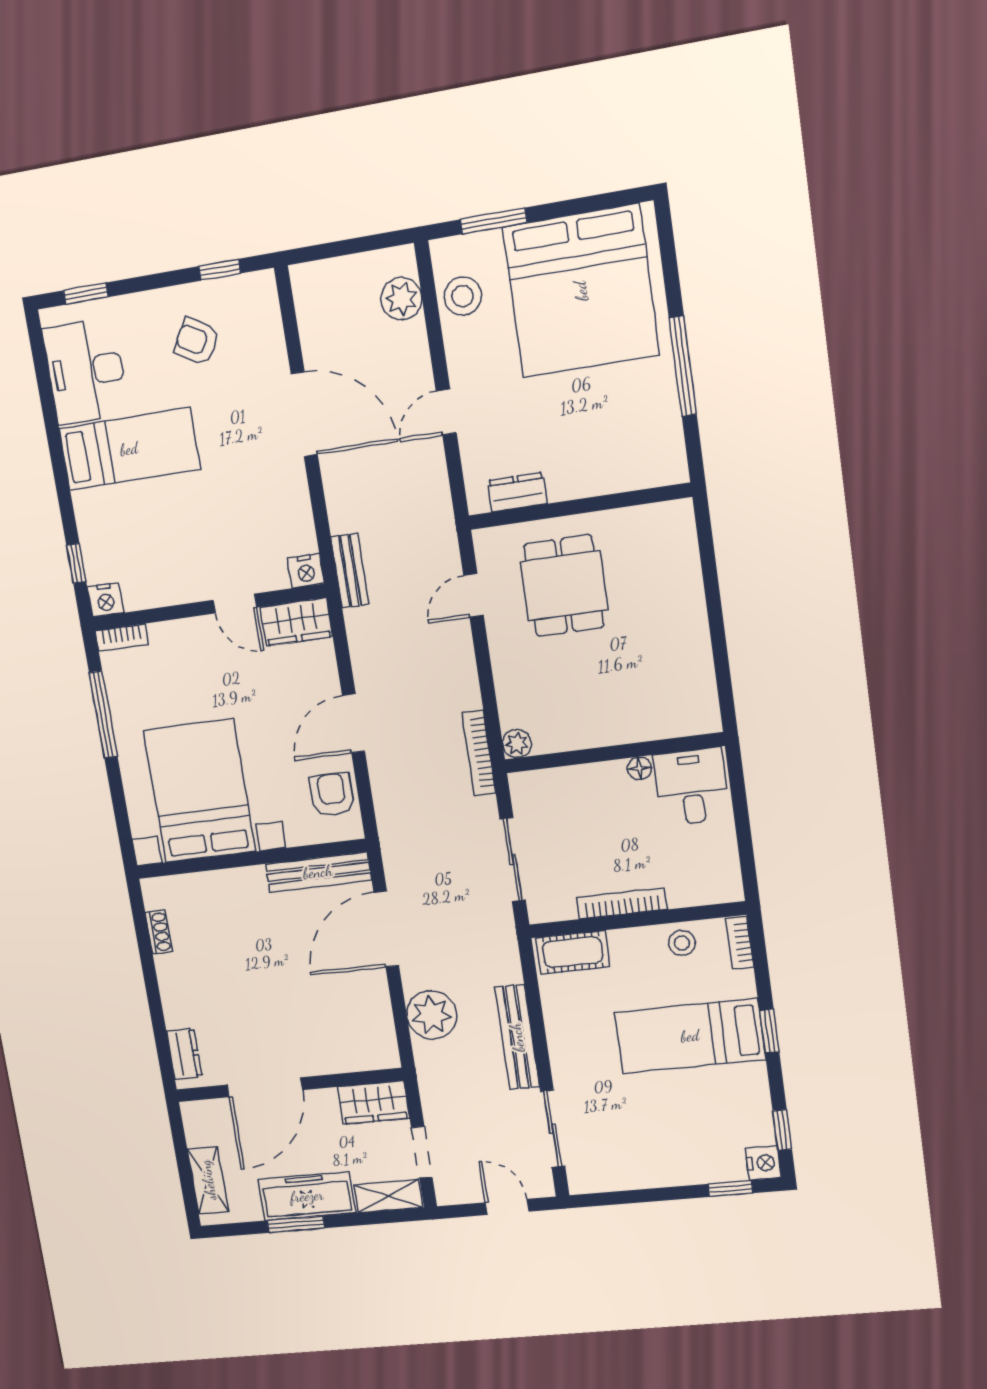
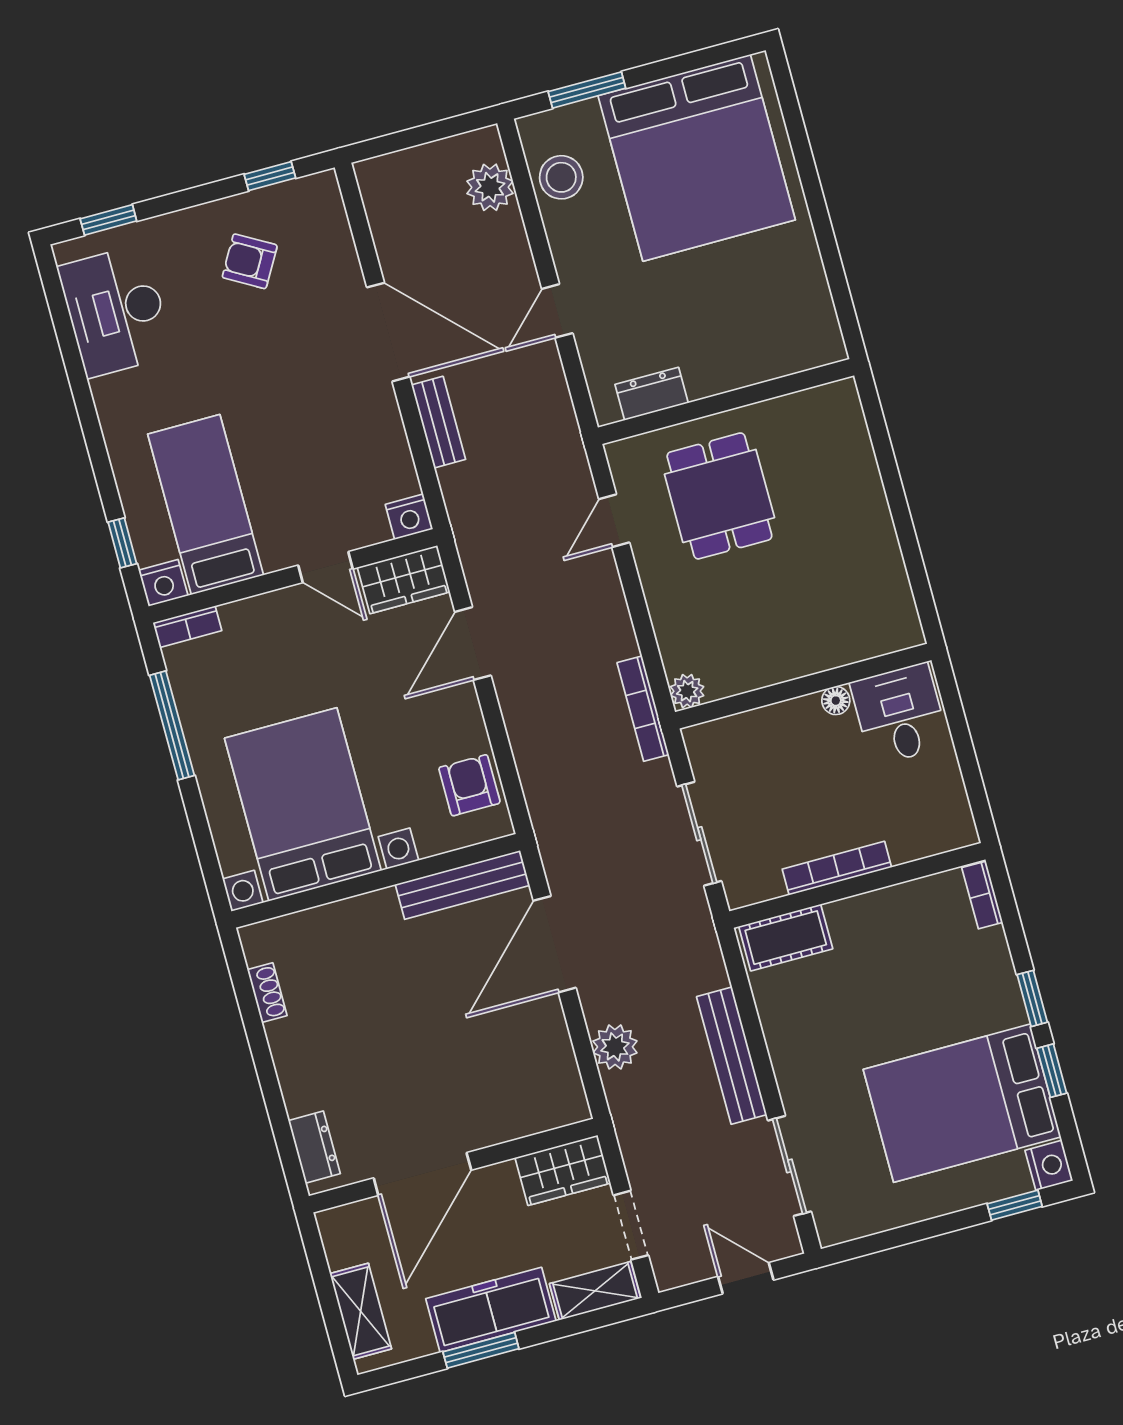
window: (683, 366) -> (823, 230), removed
bed: (129, 449) -> (206, 505), moved, turned -90
bench: (350, 571) -> (439, 422), moved
door: (353, 723) -> (473, 644), moved
stool: (682, 943) -> (914, 906), removed
plant: (432, 1015) -> (615, 1047), width x0.73, depth x0.73
bed: (690, 1036) -> (962, 1103), moved, width x1.50
window: (782, 1130) -> (1052, 1071), moved

